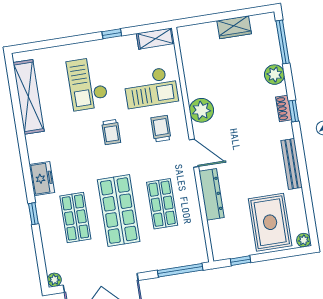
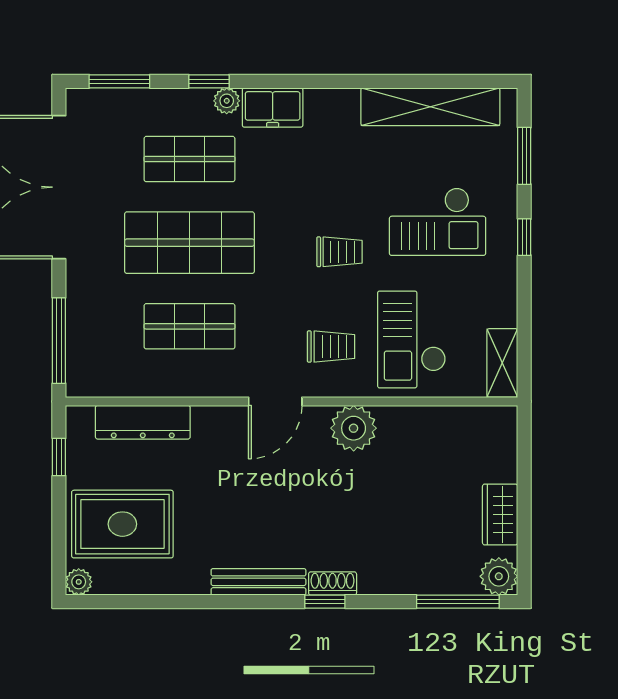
window: (112, 34) -> (524, 237), moved
window: (46, 44) -> (524, 156), added
plant: (274, 75) -> (499, 576), moved
checkout: (87, 84) -> (438, 222), turned 180
trolley: (111, 132) -> (339, 252), turned 180
bench: (292, 164) -> (258, 582), moved
dresser: (212, 194) -> (143, 422), moved
window: (41, 260) -> (119, 81), added
plant: (54, 280) -> (227, 101), moved

